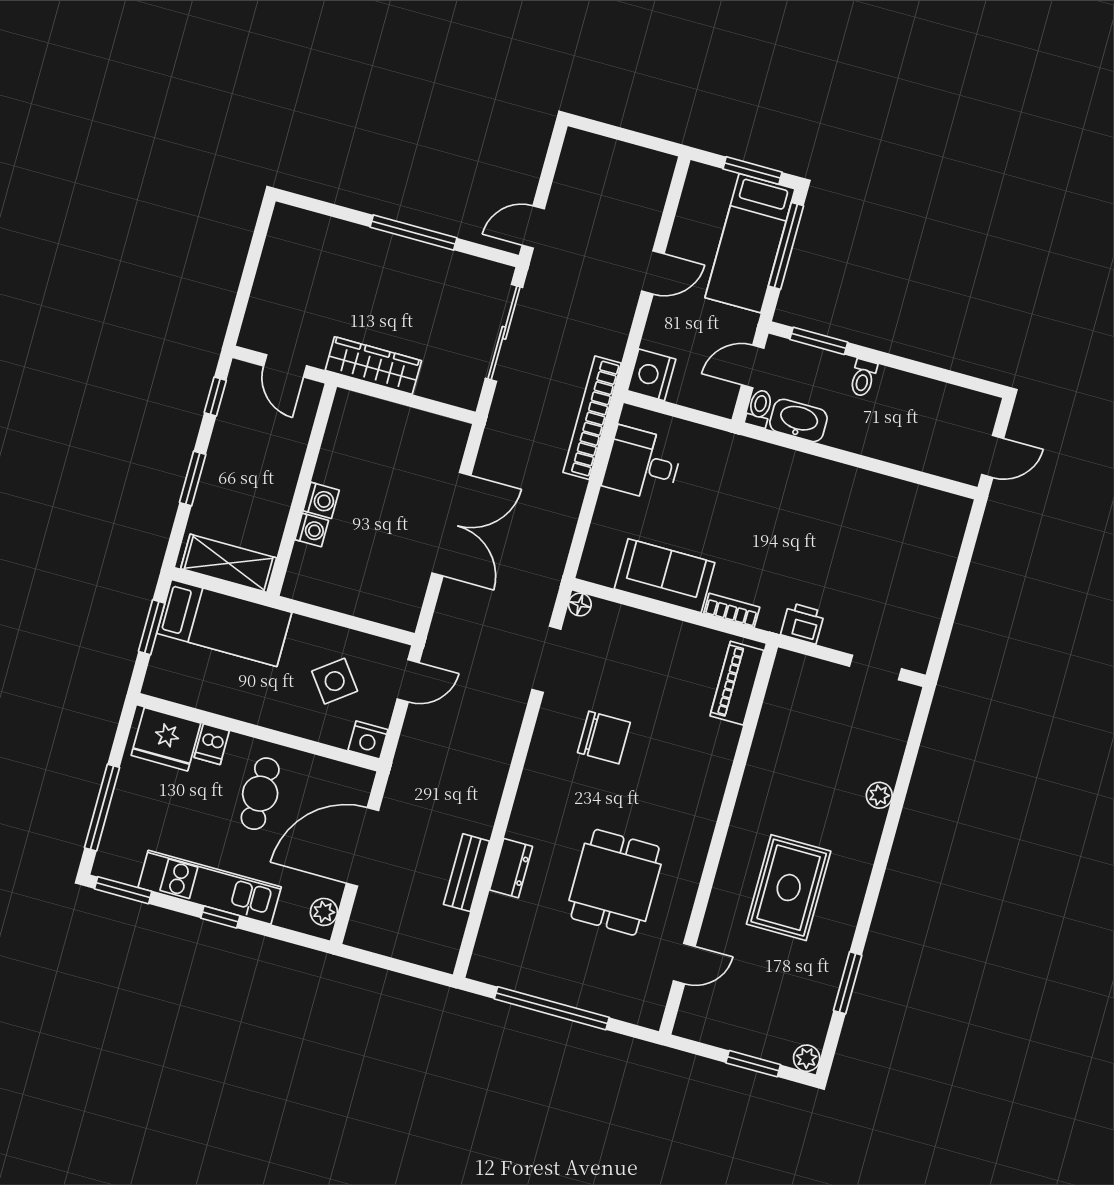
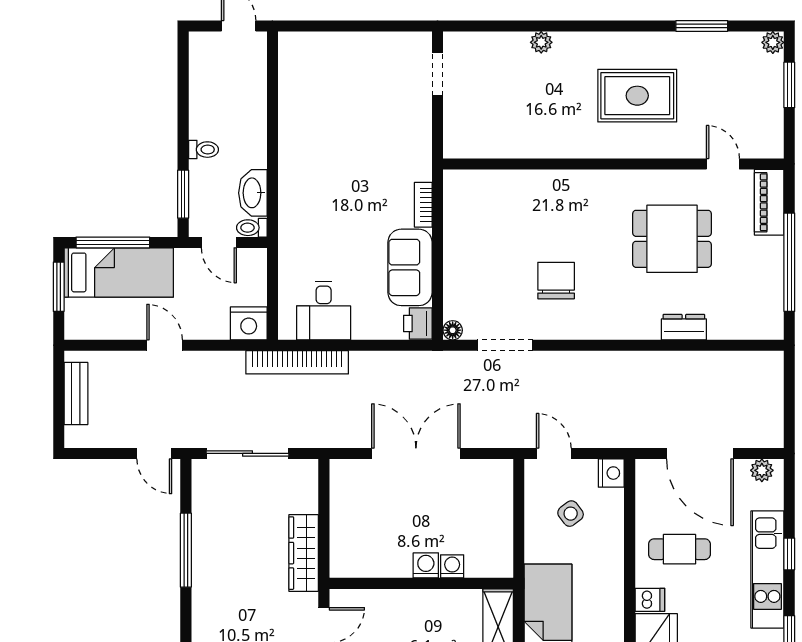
printer: (803, 623) -> (418, 324), moved
side table: (335, 681) -> (571, 514), width x0.73, depth x0.73
piano: (737, 683) -> (769, 202), moved, turned 90
bench: (467, 873) -> (76, 394), moved, turned 90

